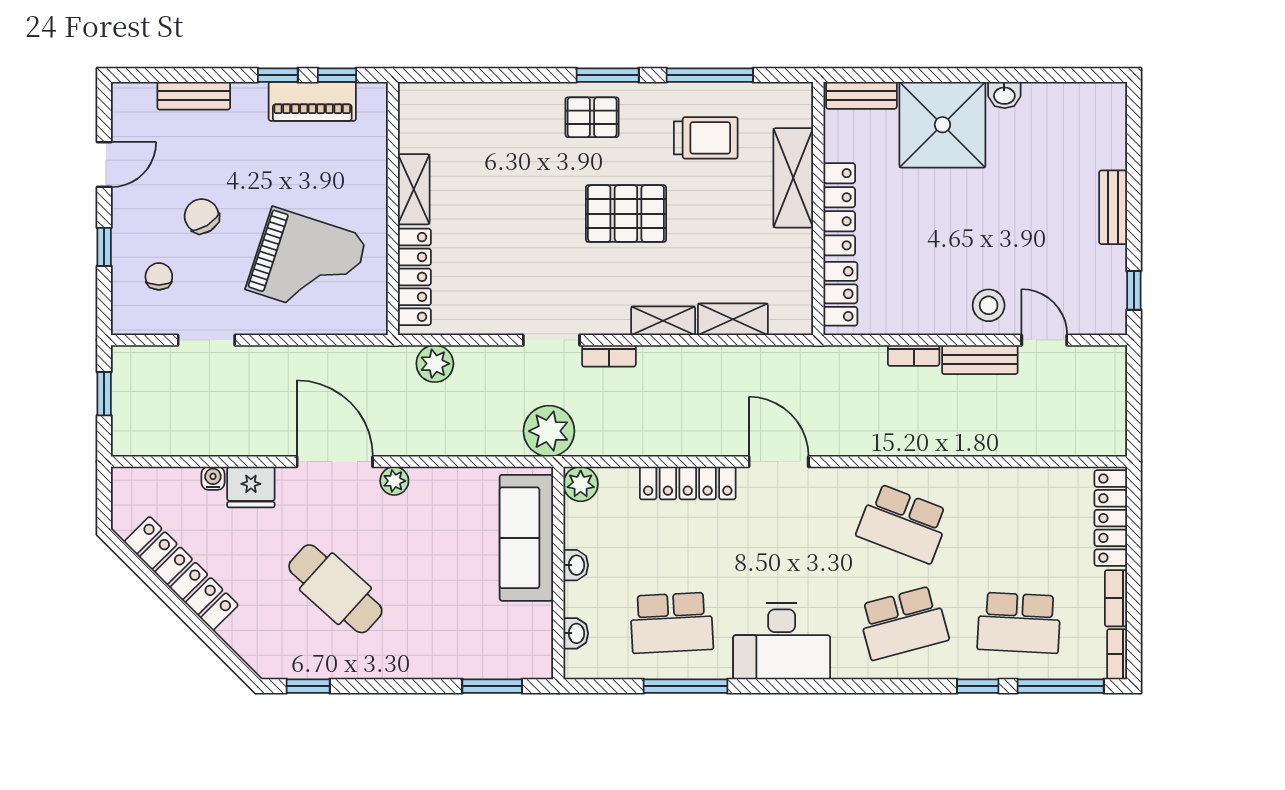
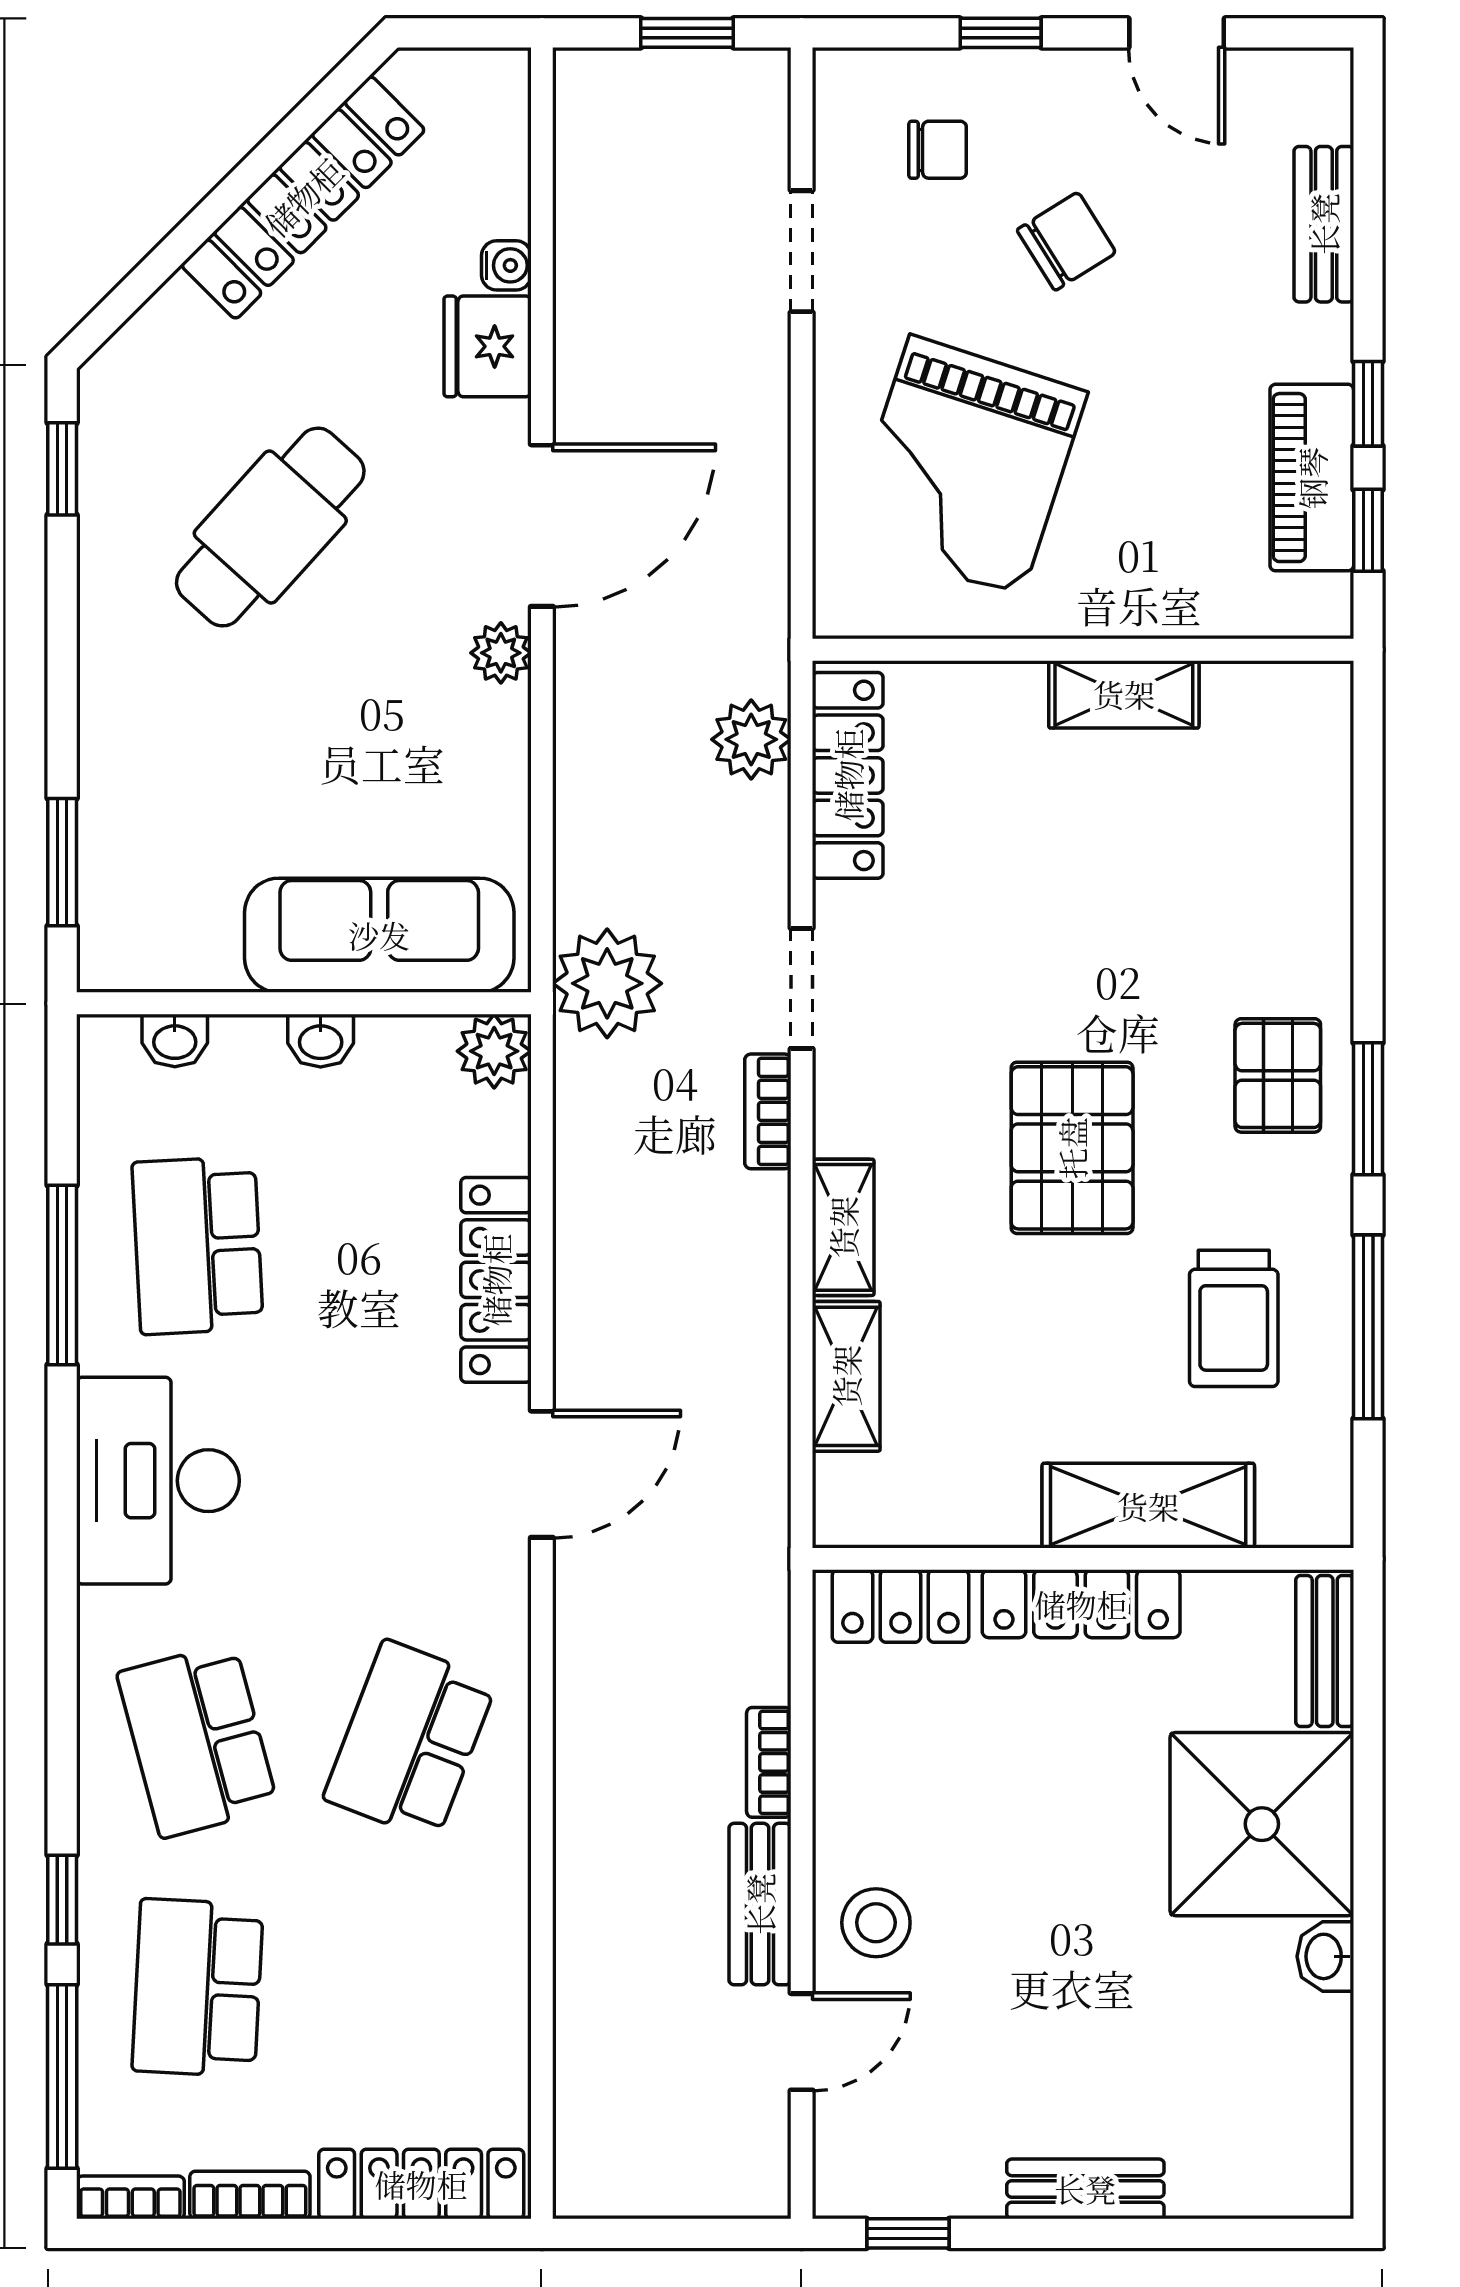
locker: (414, 277) -> (848, 775), moved, turned -90

